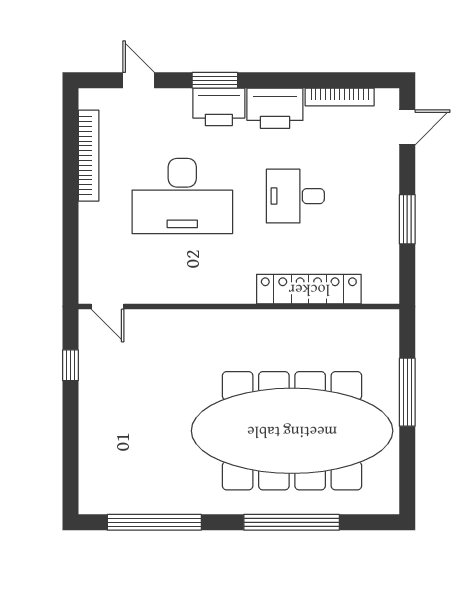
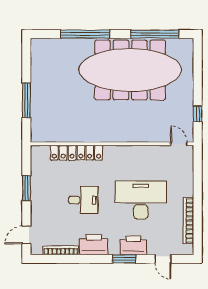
printer: (219, 107) -> (133, 245), moved
meeting table: (292, 431) -> (130, 70), moved

